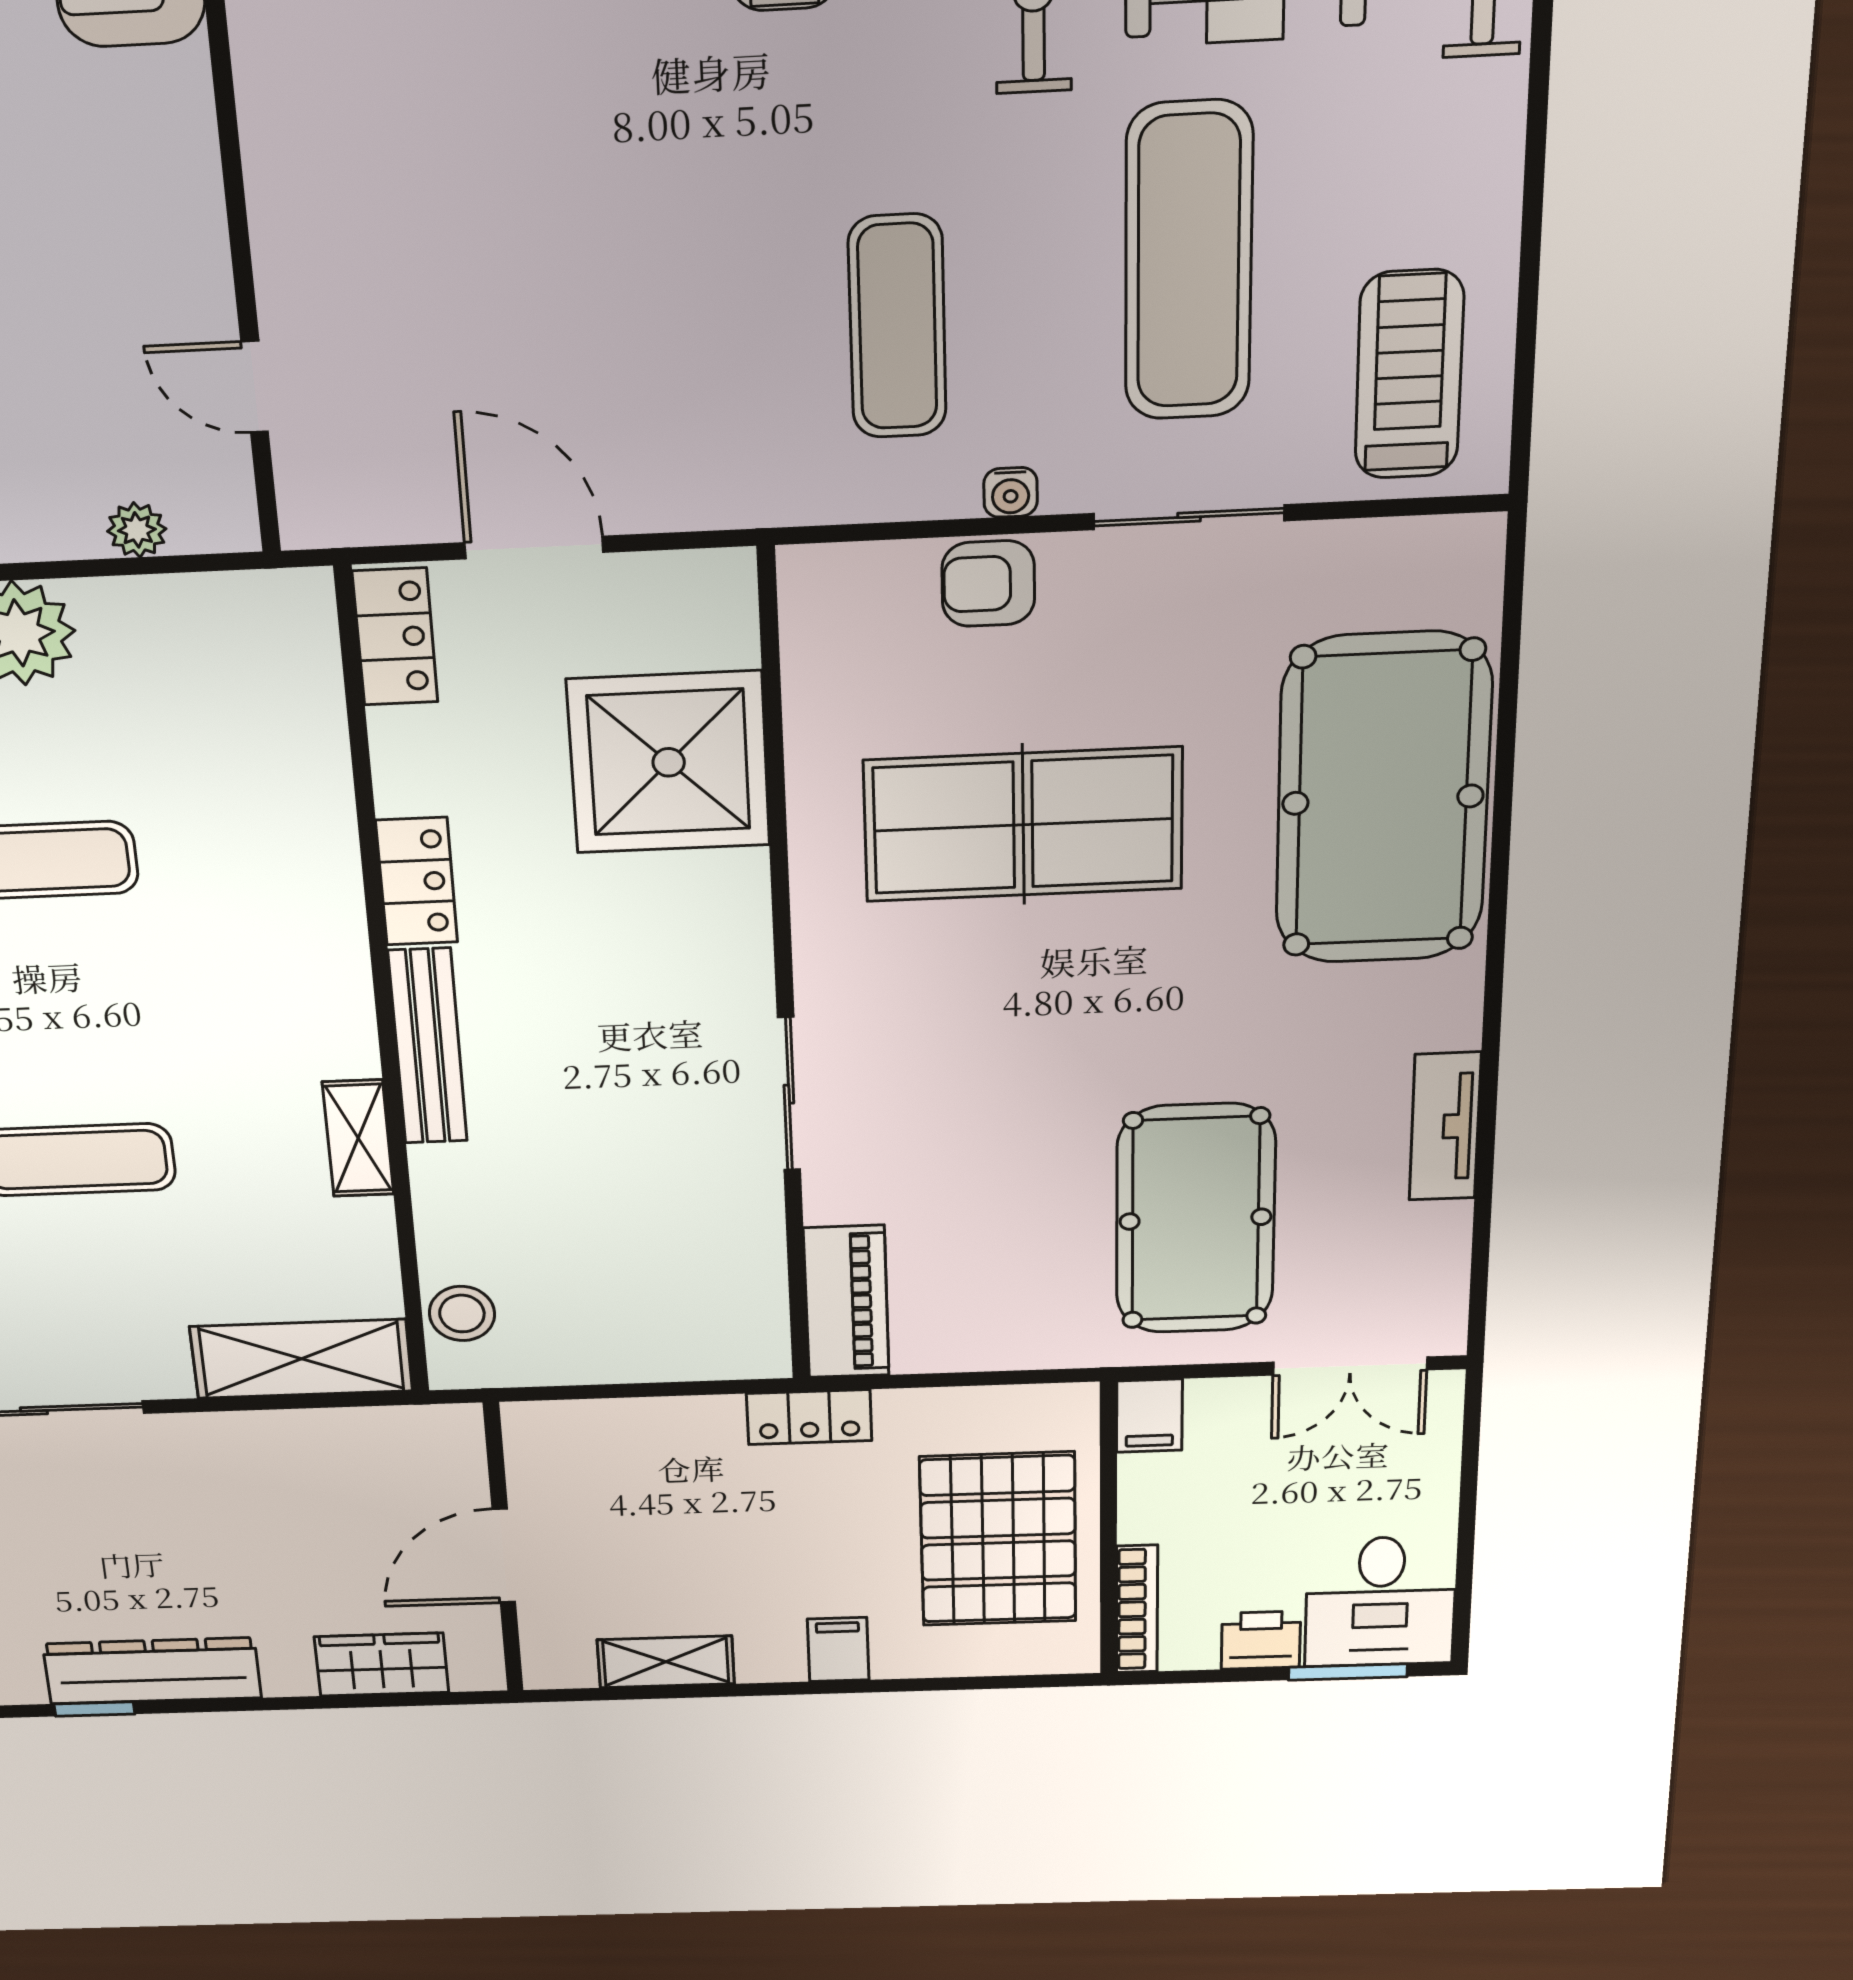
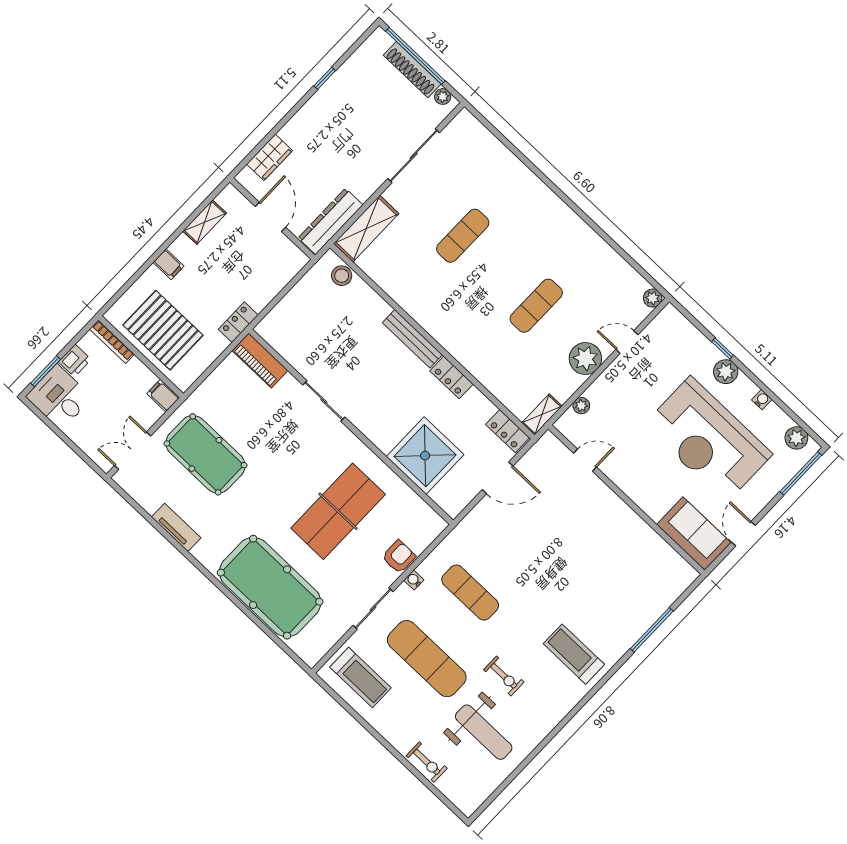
shelving: (358, 1138) -> (542, 415), moved, turned 90
dresser: (152, 1671) -> (331, 221), moved, turned 180

